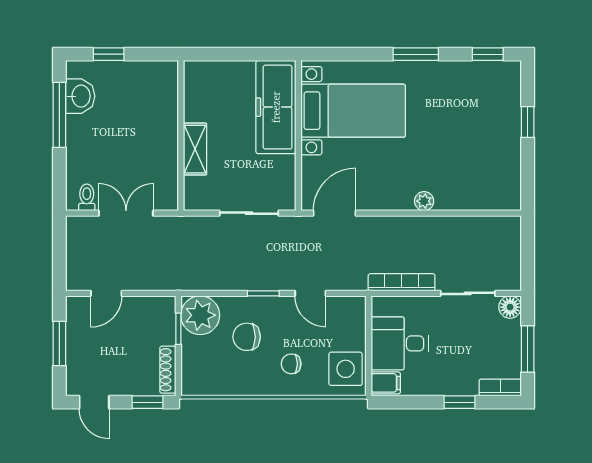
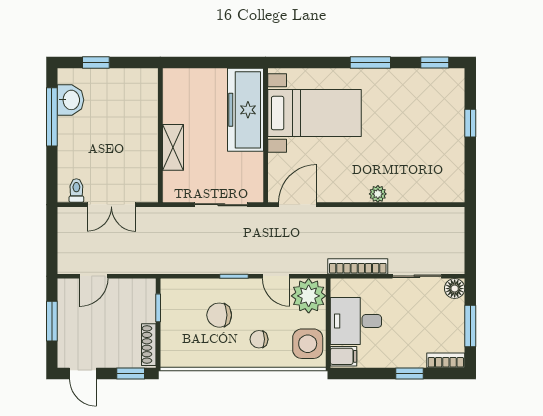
double door: (126, 213) -> (111, 205), swing flipped
plant: (200, 315) -> (309, 296), moved

